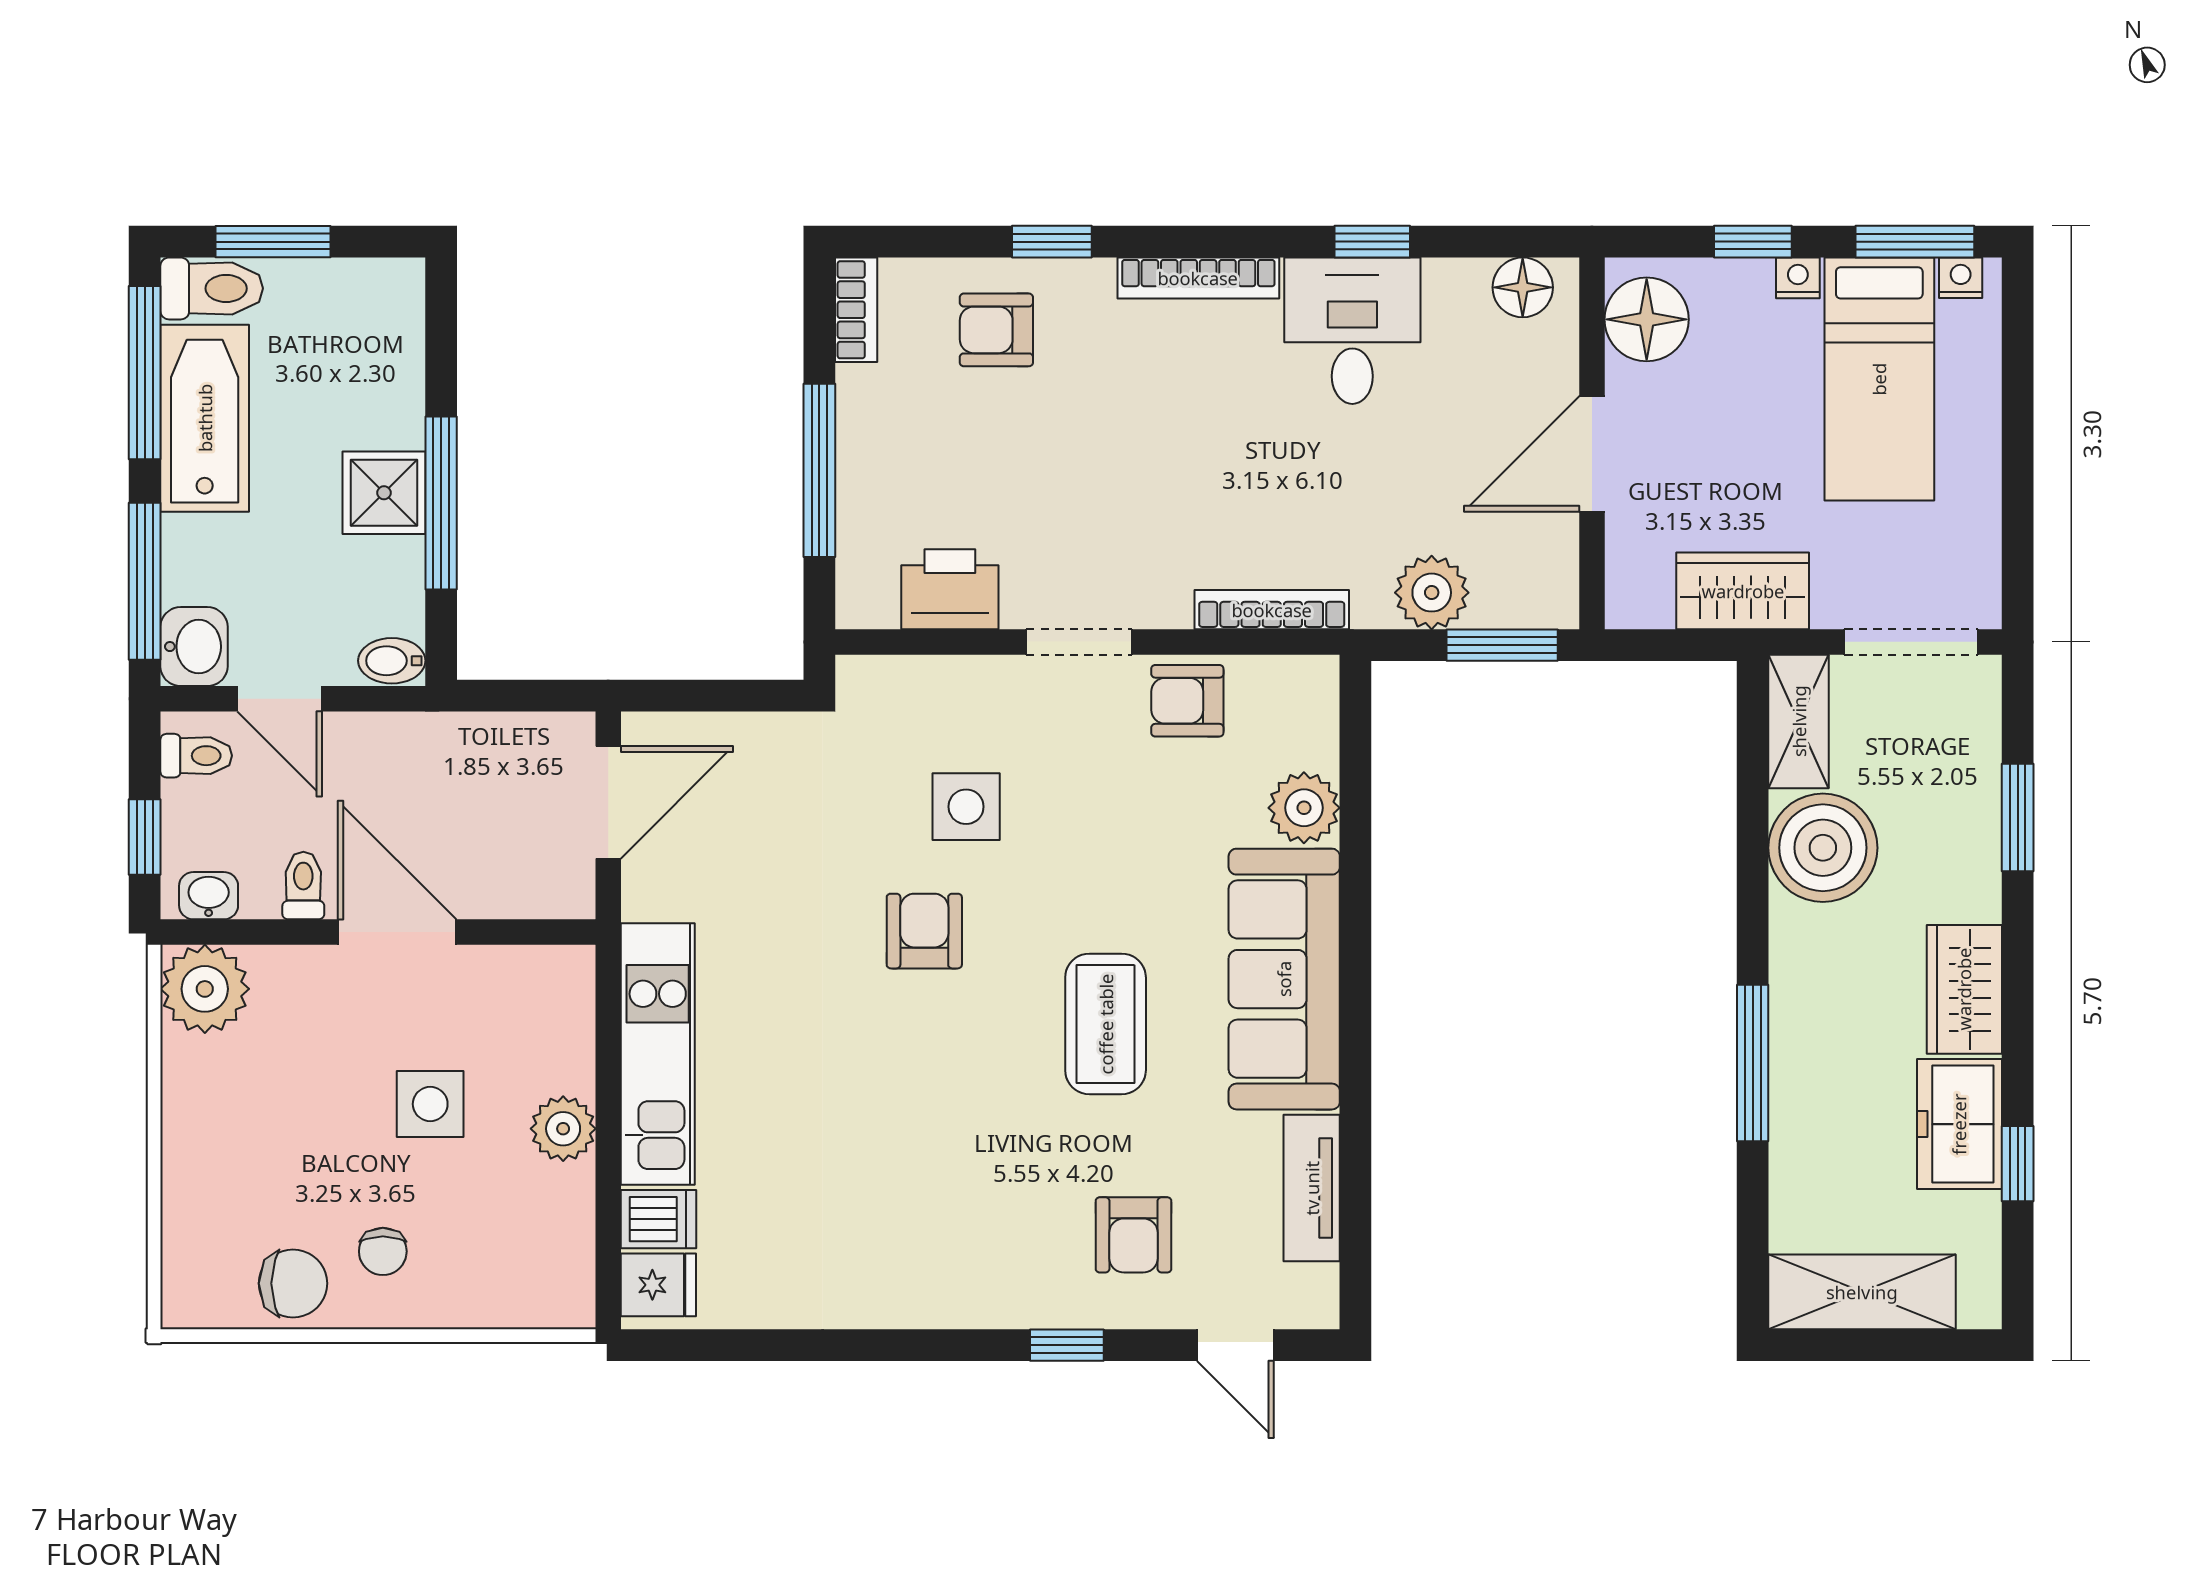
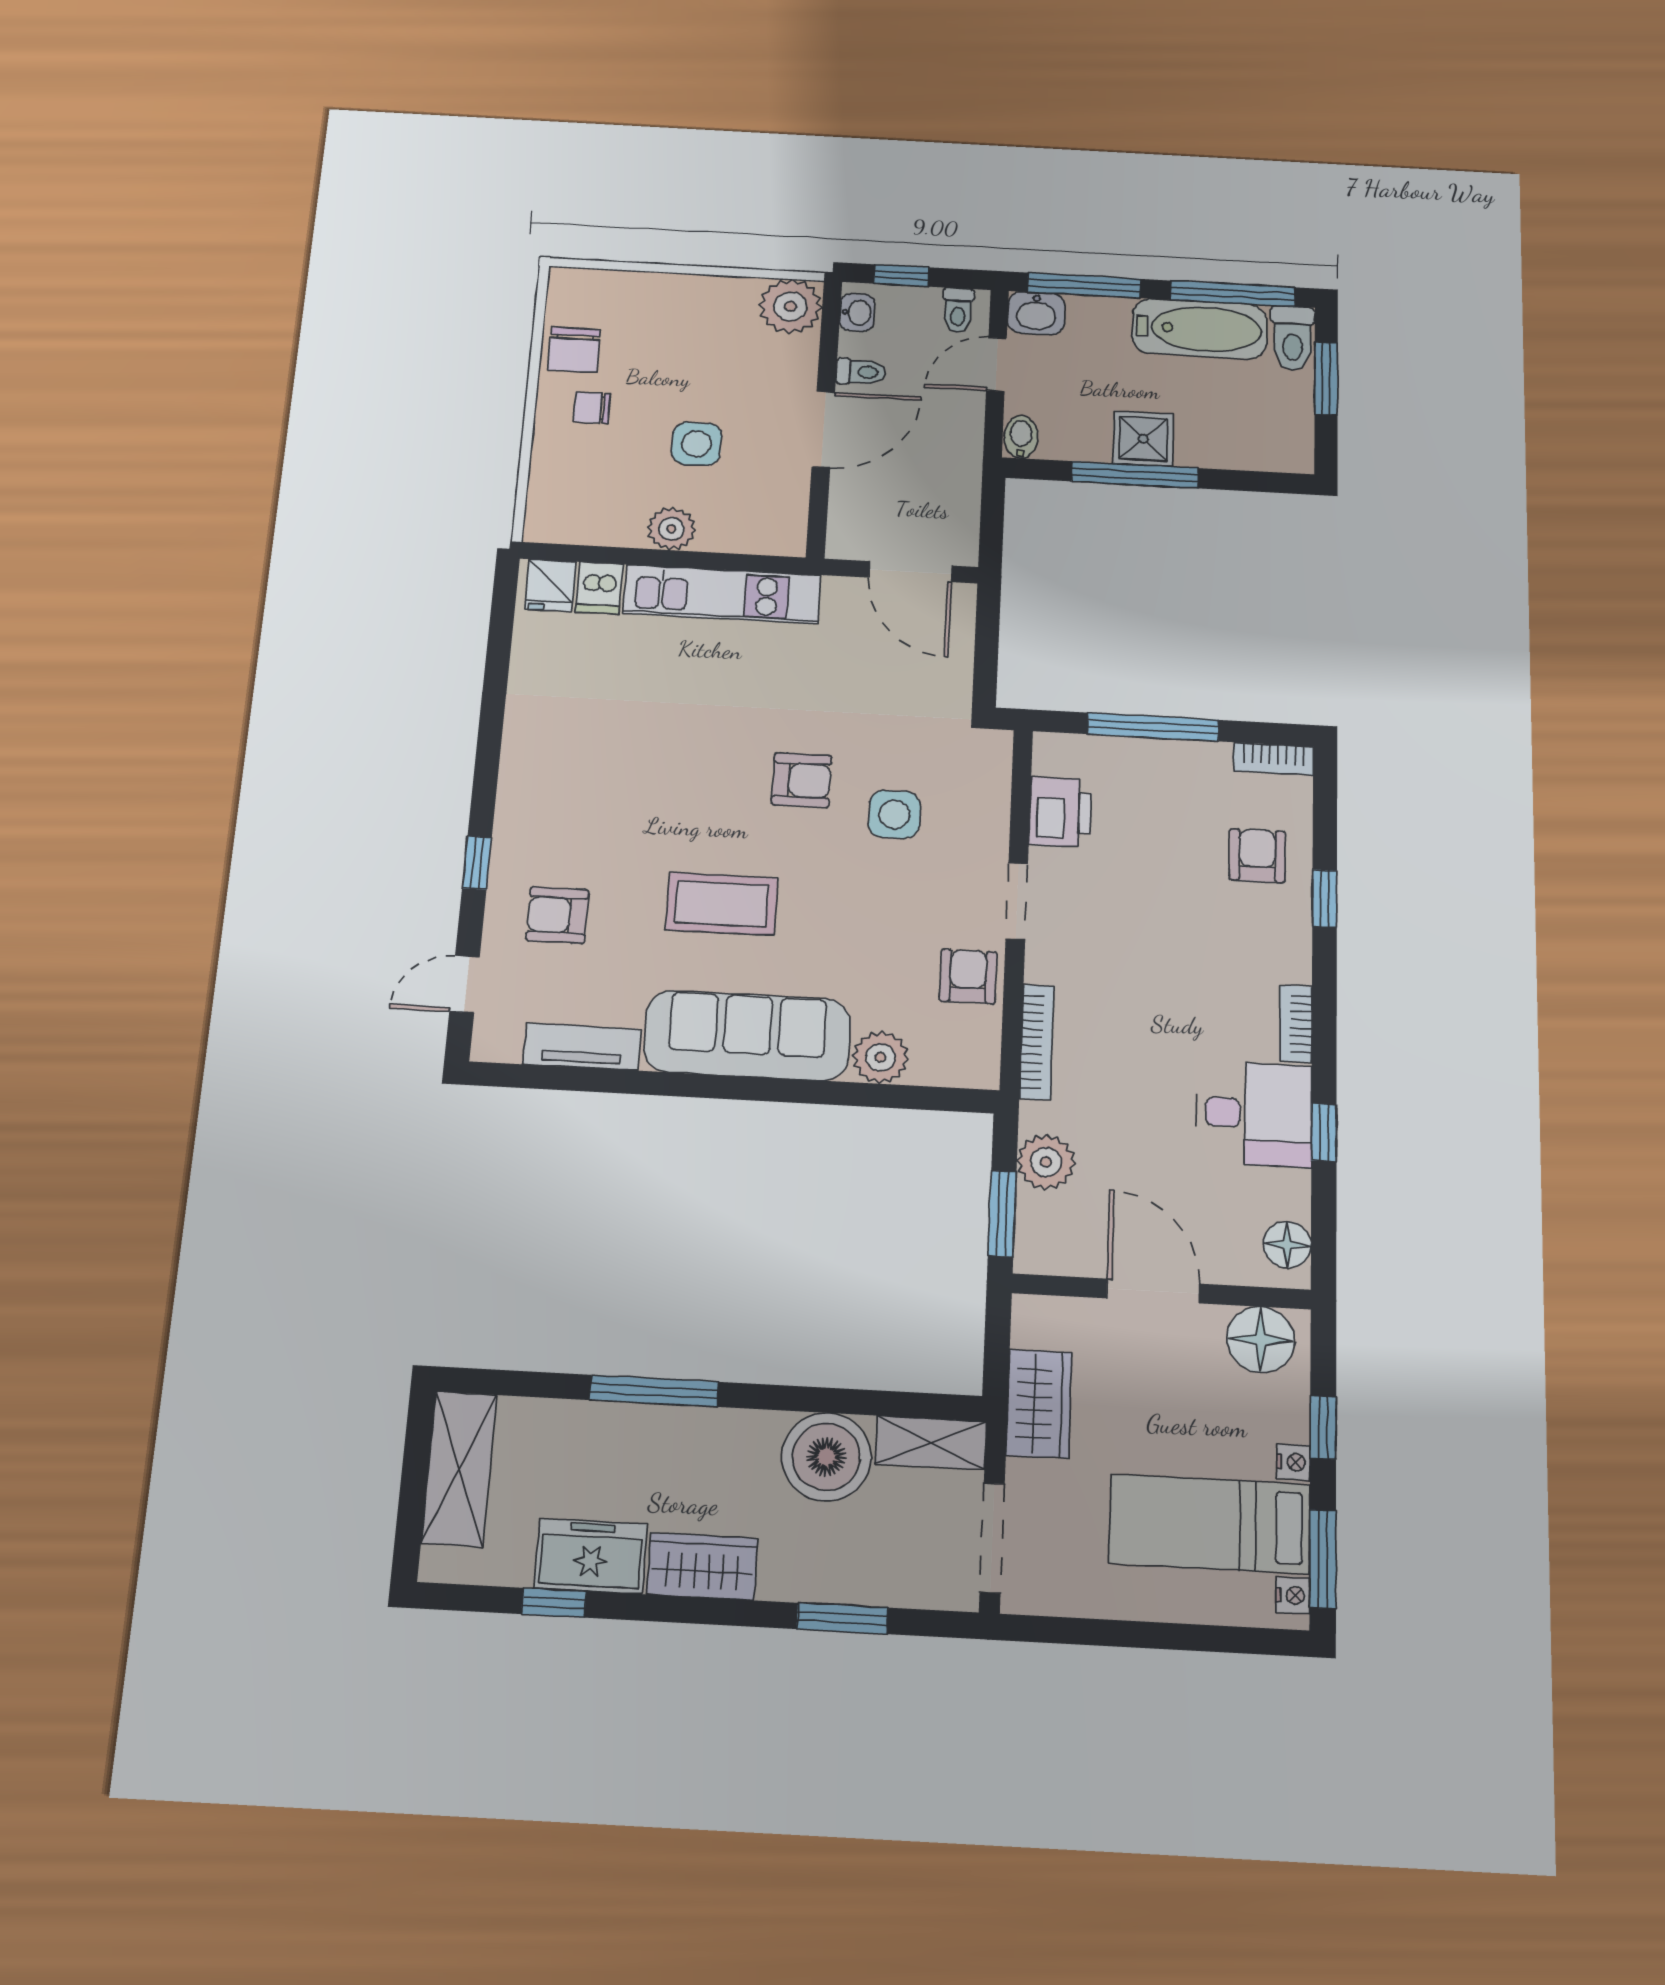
bookcase: (1198, 278) -> (1296, 1024), width x0.64

